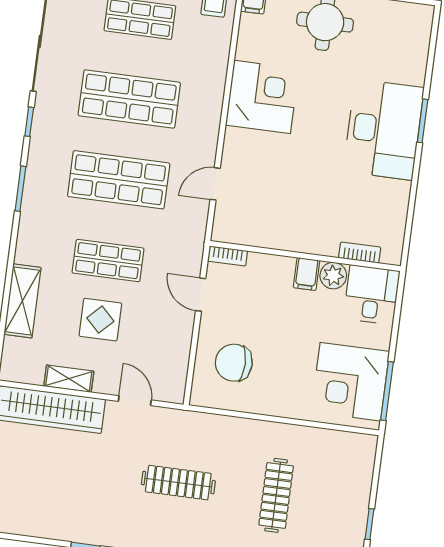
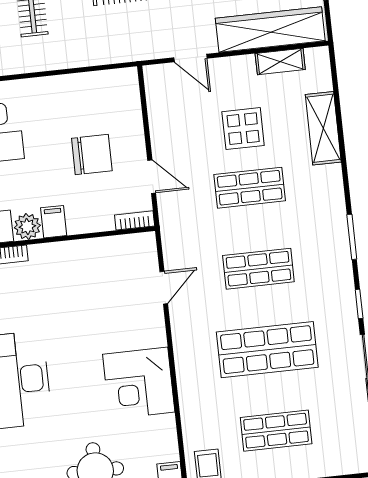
shop shelf: (119, 180) -> (258, 269), width x0.70, depth x0.74
chair: (234, 363) -> (92, 154), moved
shelving: (69, 379) -> (280, 62), moved

